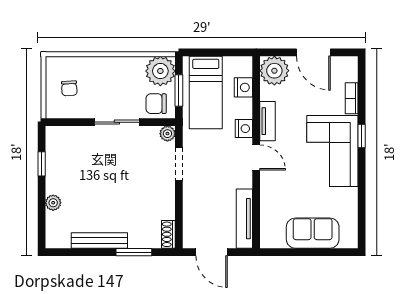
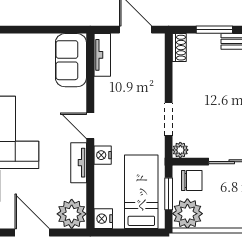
nightstand: (243, 87) -> (103, 219), moved
tv unit: (244, 219) -> (102, 55), width x0.71
sofa: (313, 233) -> (71, 60), moved, turned 90

